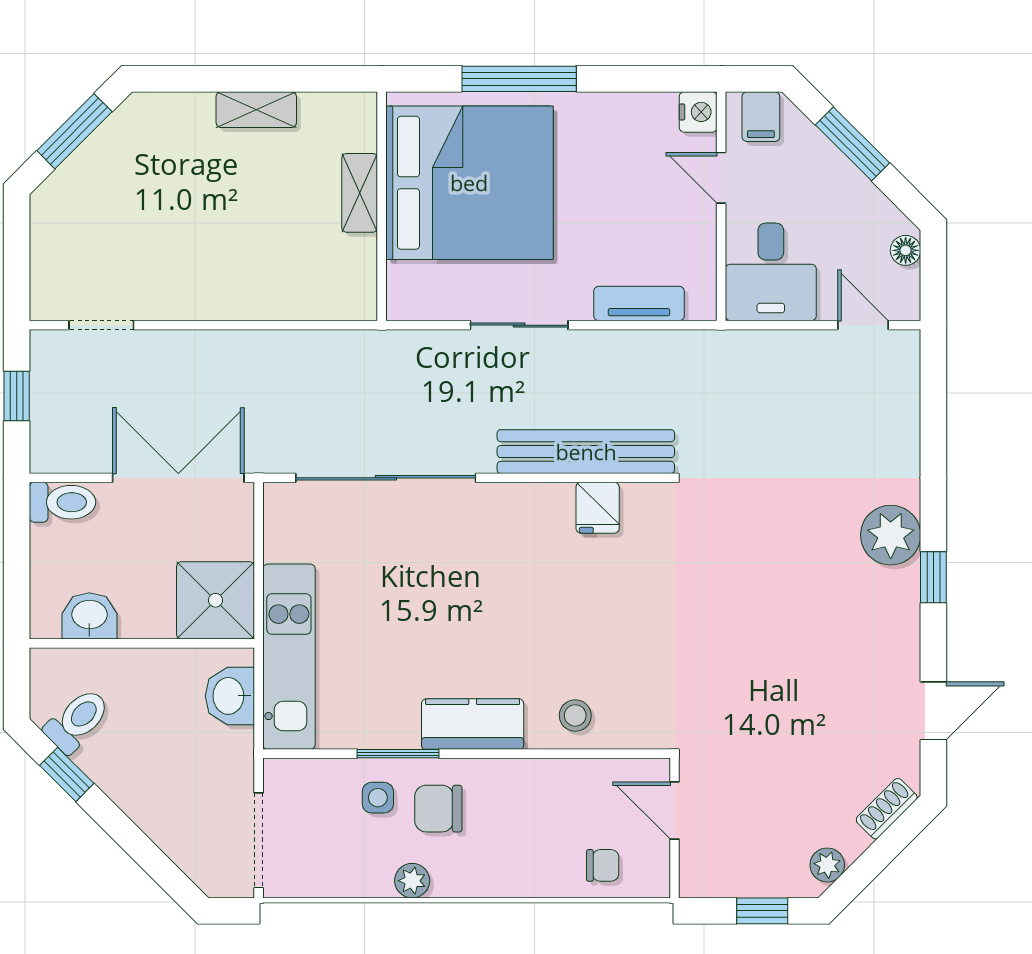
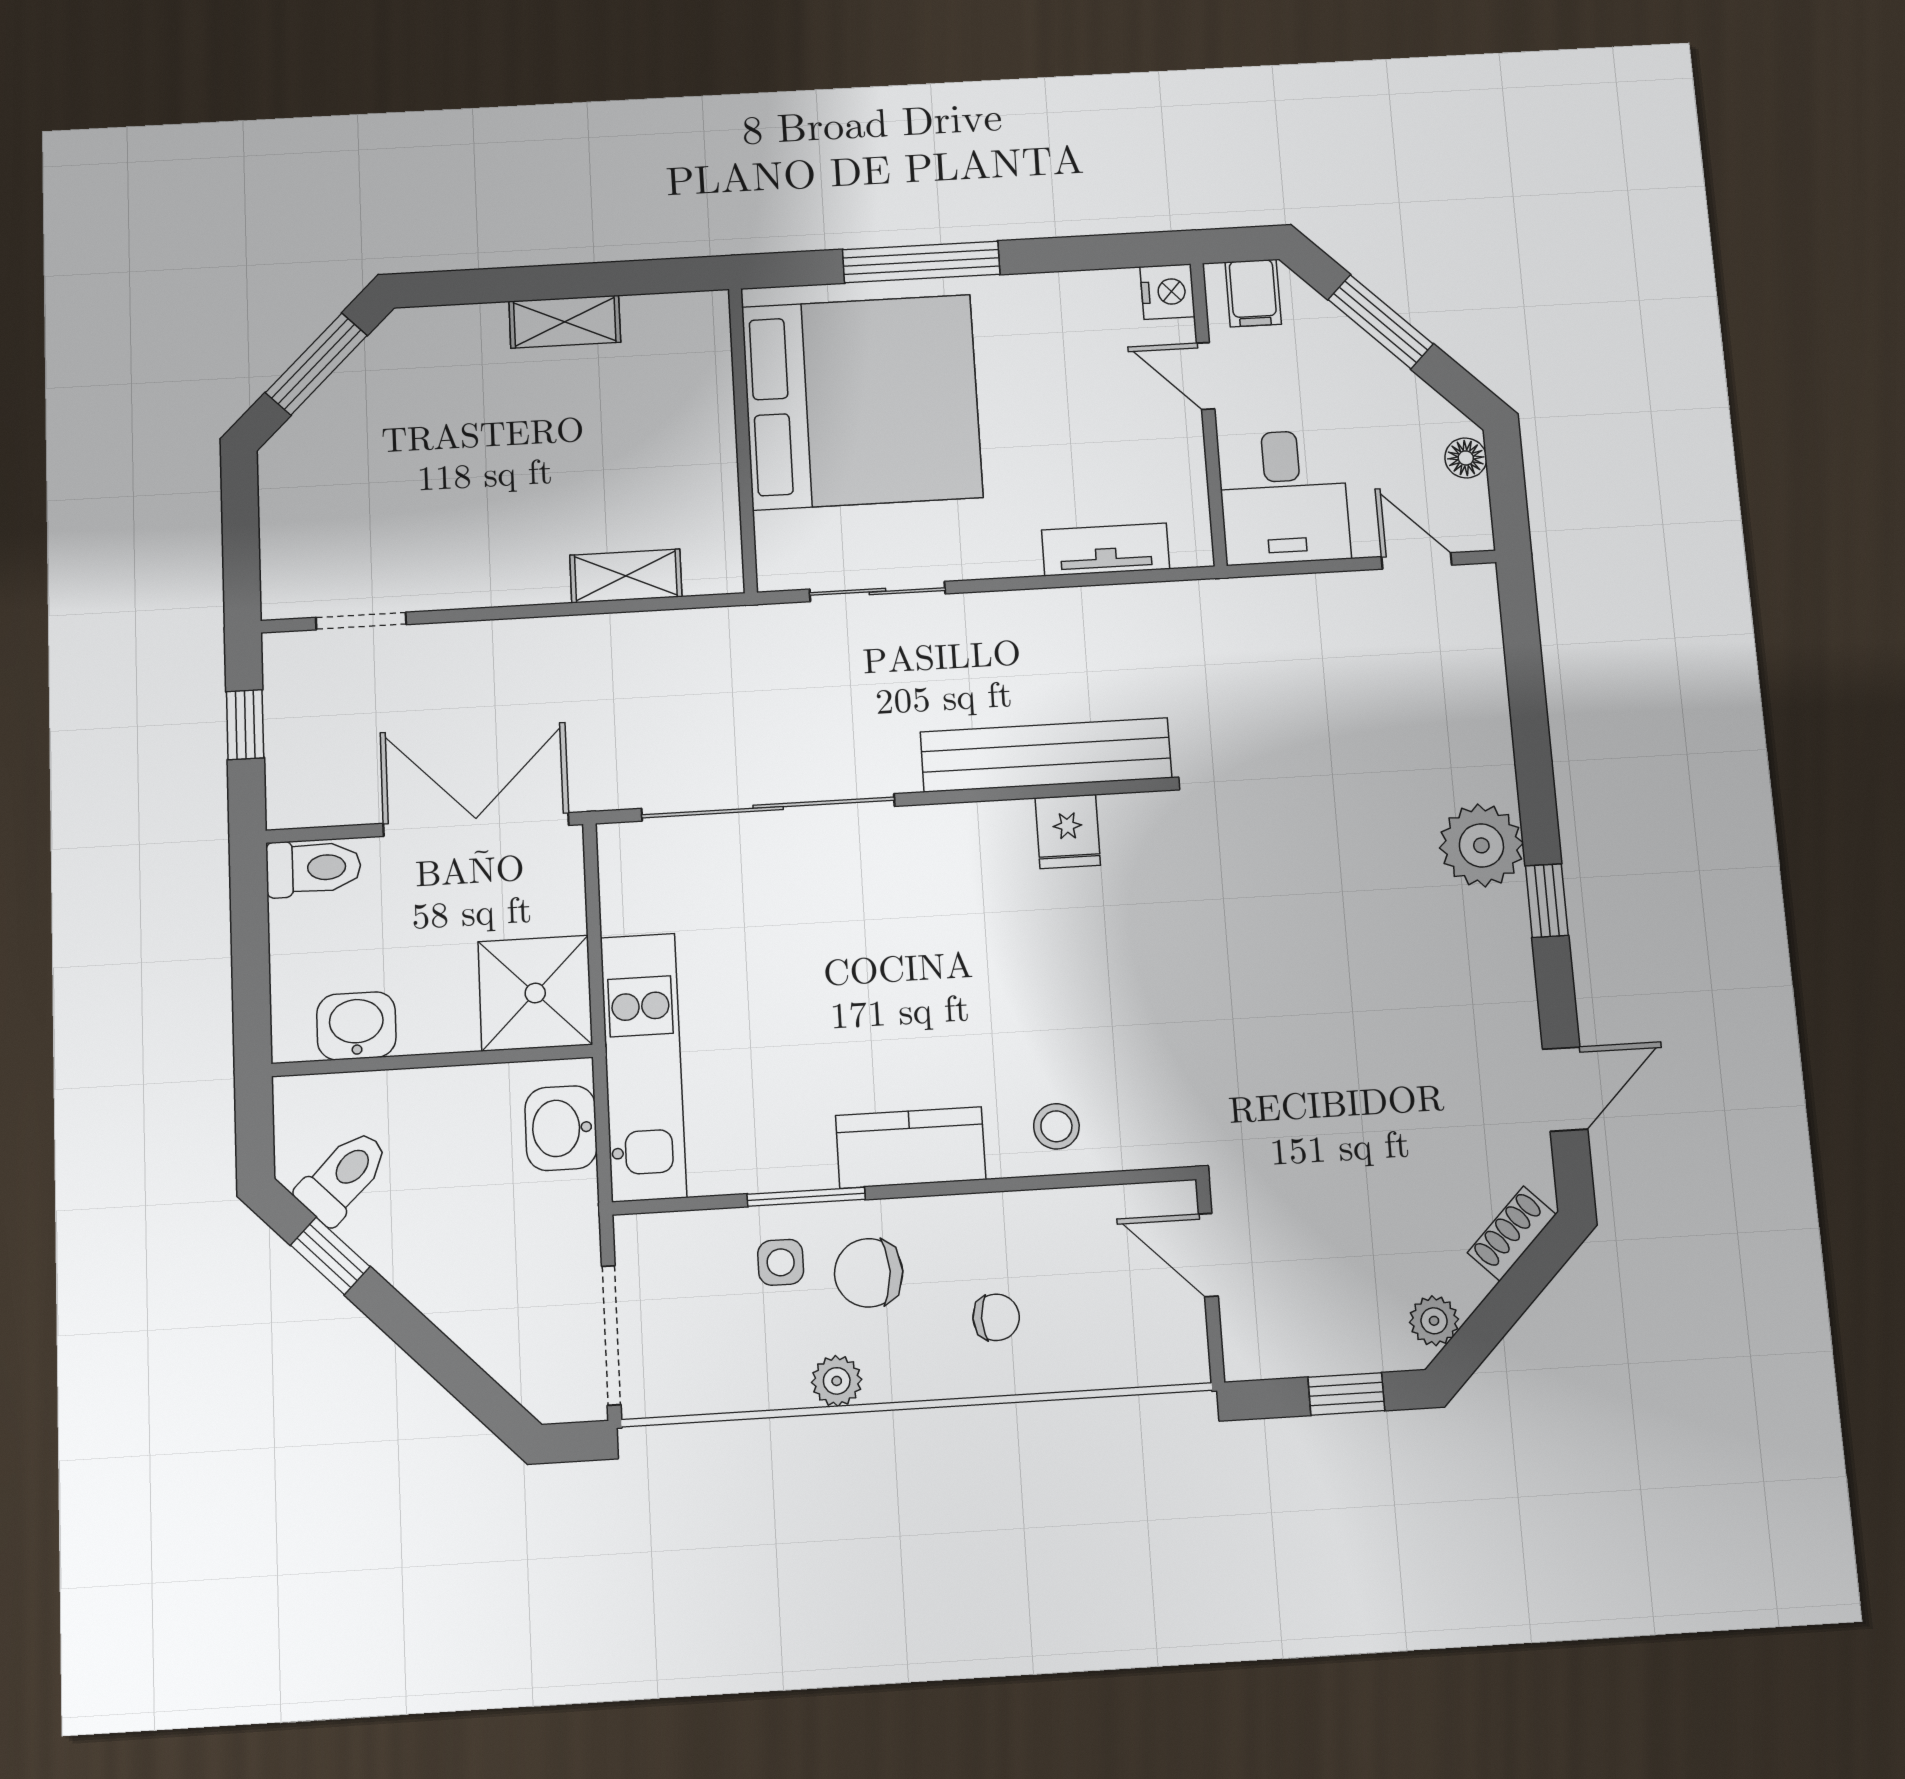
shelving: (360, 193) -> (626, 576), moved, turned 90
sliding door: (519, 325) -> (877, 592), moved
chair: (603, 865) -> (996, 1317), moved

